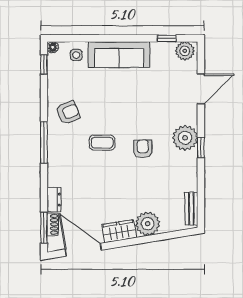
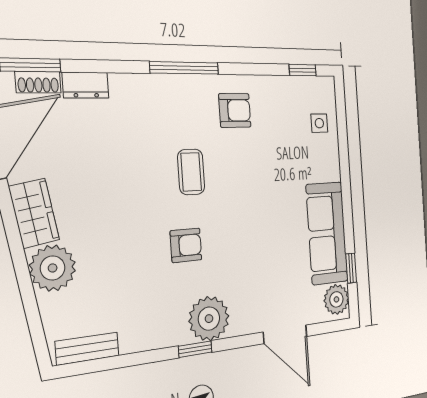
floor lamp: (53, 47) -> (327, 85), removed
sofa: (119, 55) -> (327, 233), moved
armchair: (68, 113) -> (235, 110), turned -68

